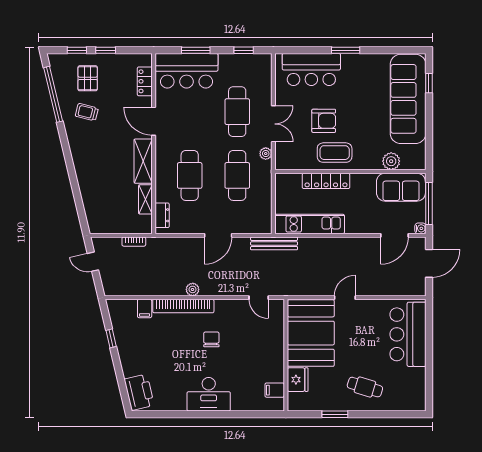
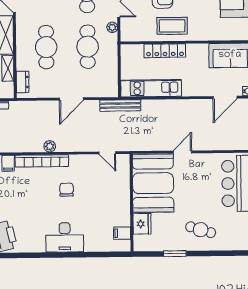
plant: (391, 161) -> (221, 33), removed

